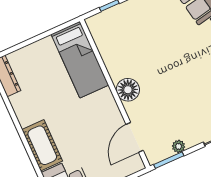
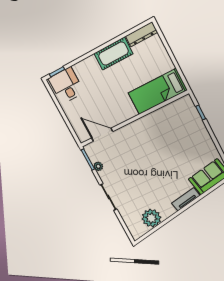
floor lamp: (128, 90) -> (137, 129), removed
cot: (42, 145) -> (113, 54), moved

